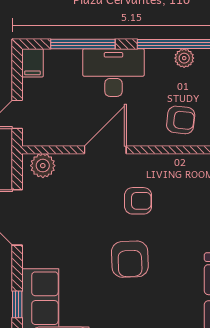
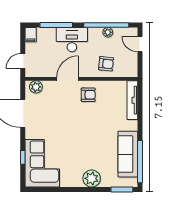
armchair: (138, 201) -> (88, 95), moved
armchair: (130, 259) -> (80, 134), removed

